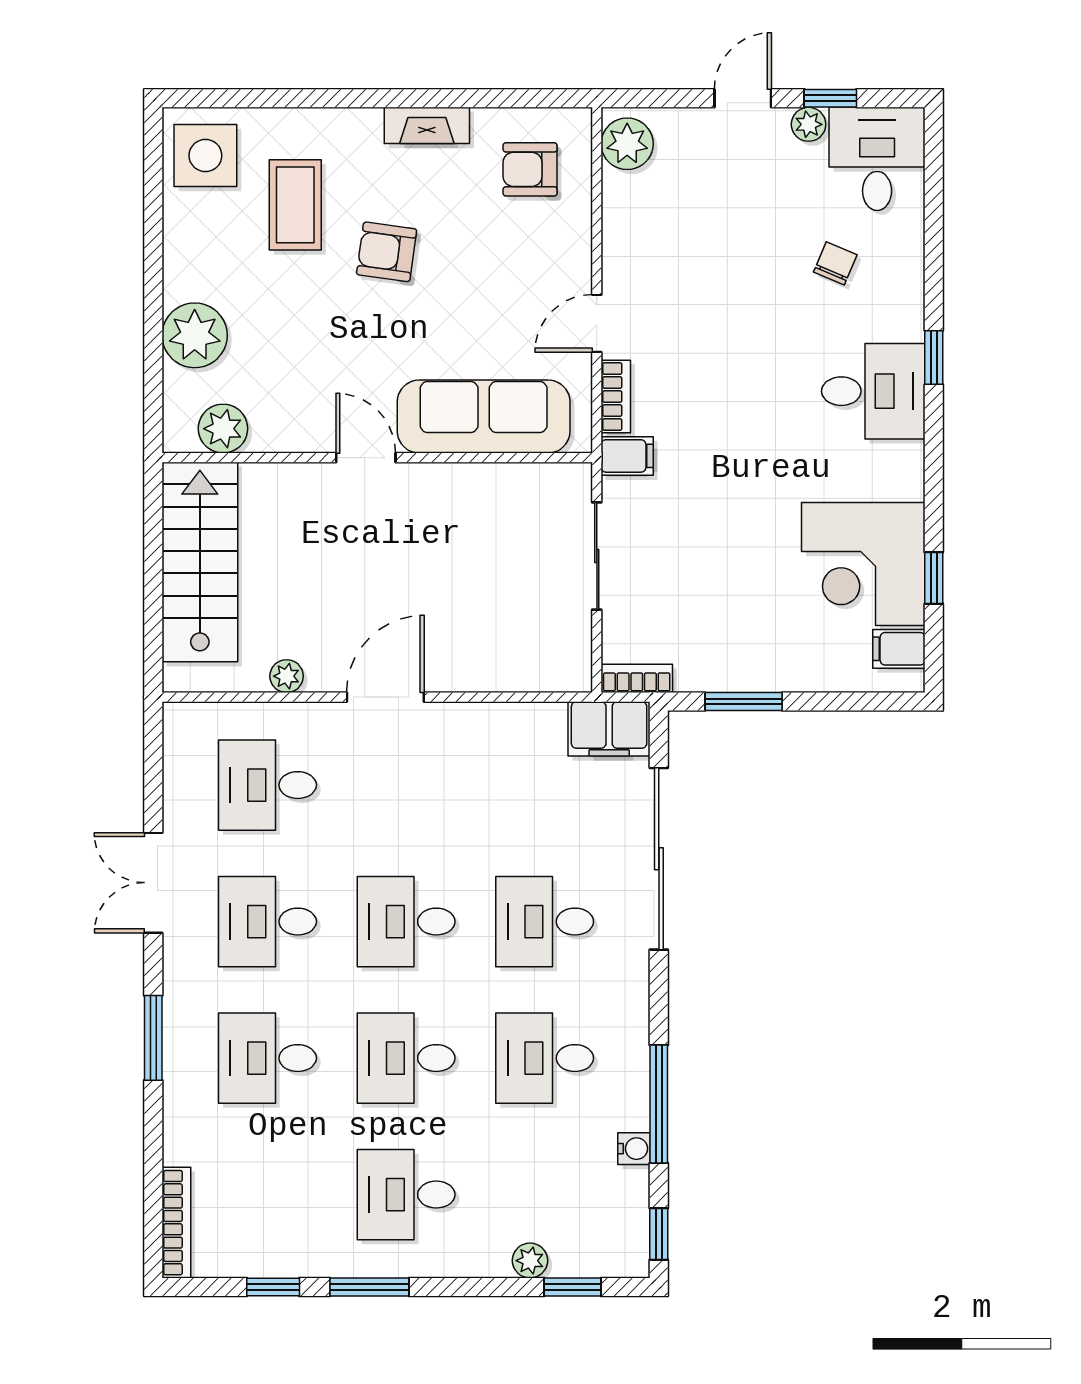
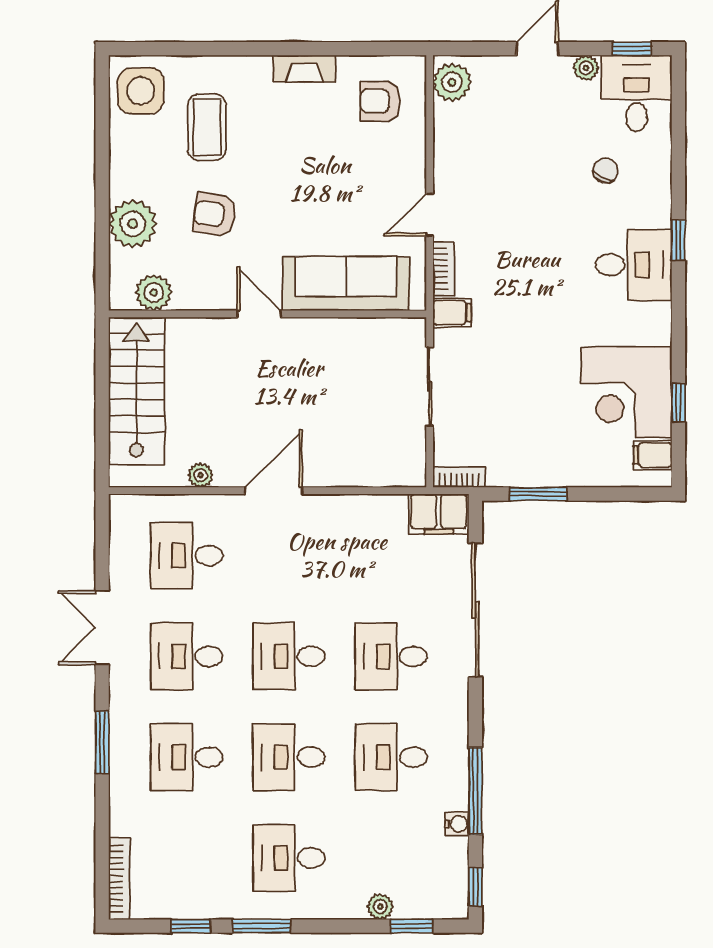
window: (830, 98) -> (632, 49), moved
armchair: (387, 252) -> (215, 214), moved

